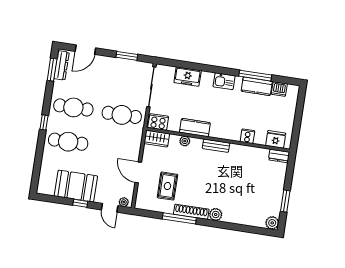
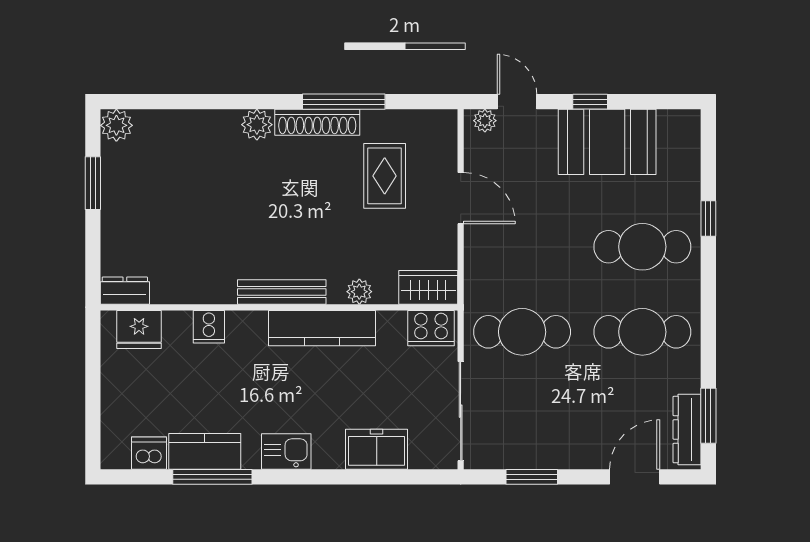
window: (44, 122) -> (708, 218), moved
kitchen counter: (195, 128) -> (322, 328), width x1.50
bench: (216, 146) -> (282, 292), width x1.36

